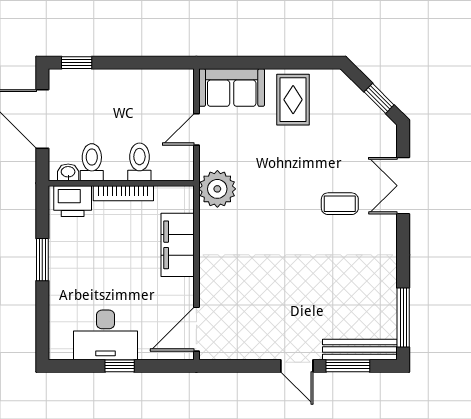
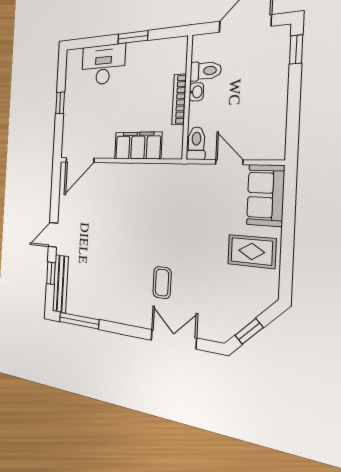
toilet: (139, 162) -> (196, 143), moved, turned -90
washbasin: (68, 172) -> (196, 92), moved
plant: (217, 189) -> (179, 179), removed
printer: (73, 201) -> (175, 57), removed
door: (196, 329) -> (80, 160), swing flipped
desk: (105, 335) -> (103, 65), moved, turned 90
window: (348, 366) -> (51, 273), width x0.67

